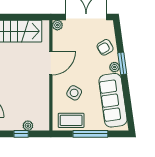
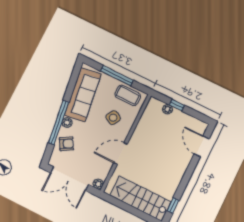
window: (122, 63) -> (59, 122), width x2.11

